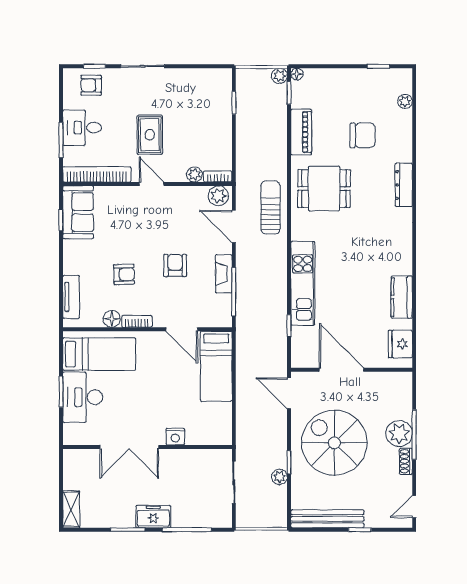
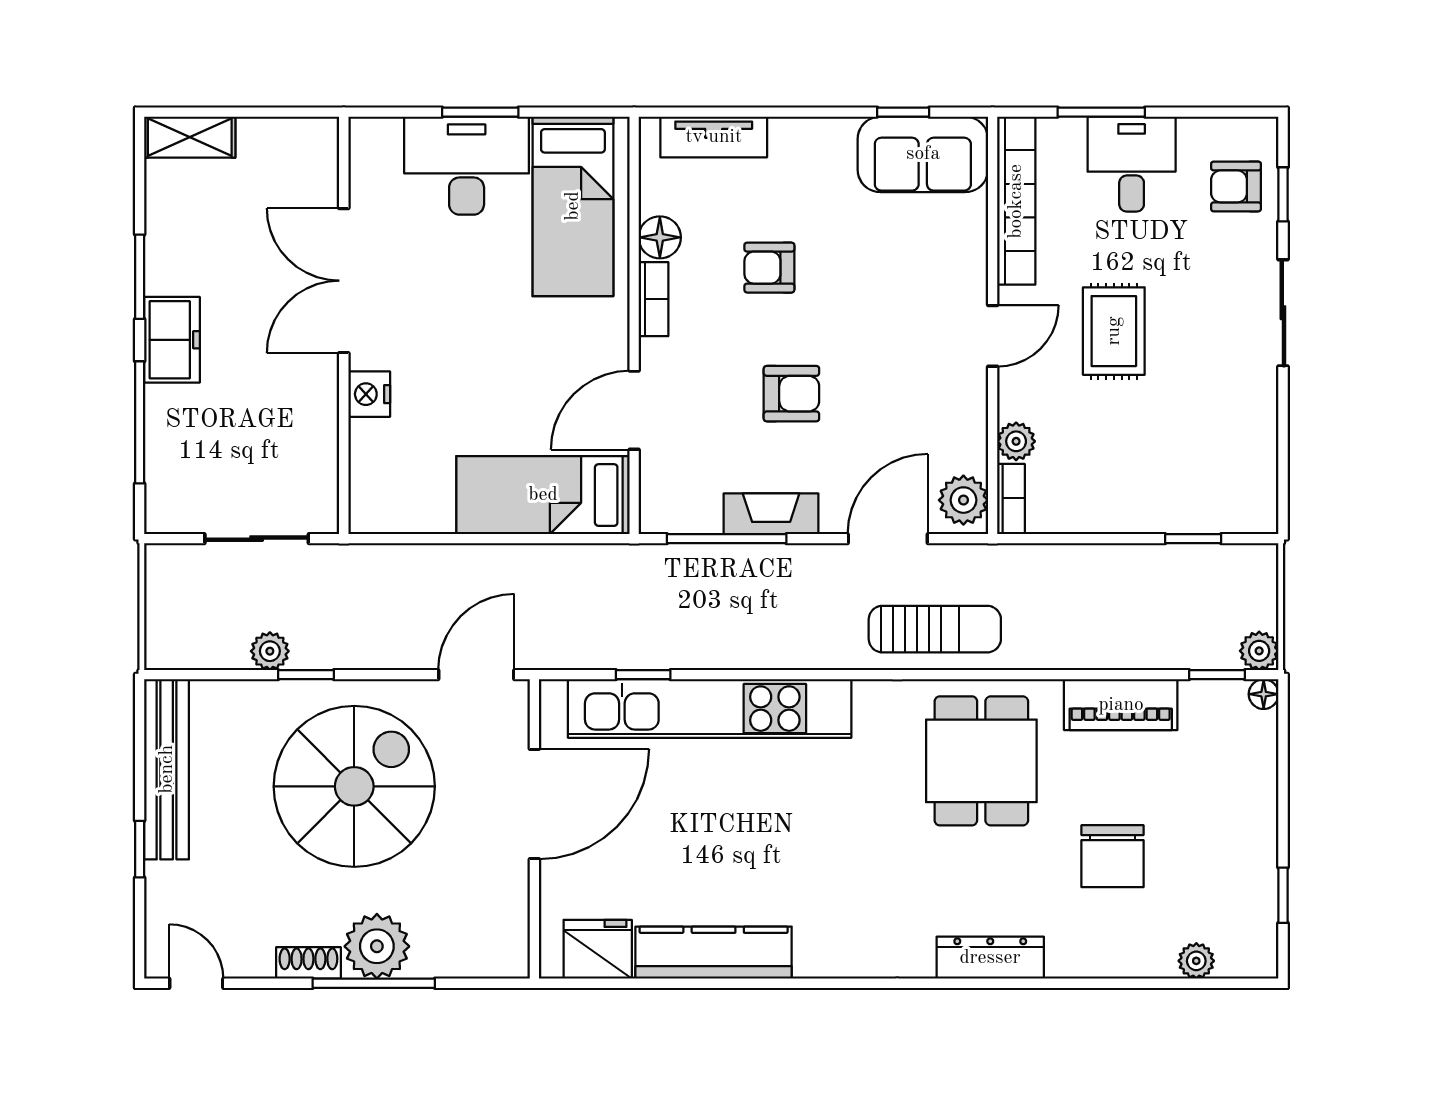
armchair: (91, 85) -> (1236, 186), turned -90
rug: (150, 135) -> (1114, 331), turned 90
armchair: (124, 274) -> (769, 268), turned 92
kitchen unit: (303, 283) -> (710, 709), width x1.36
kitchen counter: (402, 297) -> (714, 953), width x1.50

